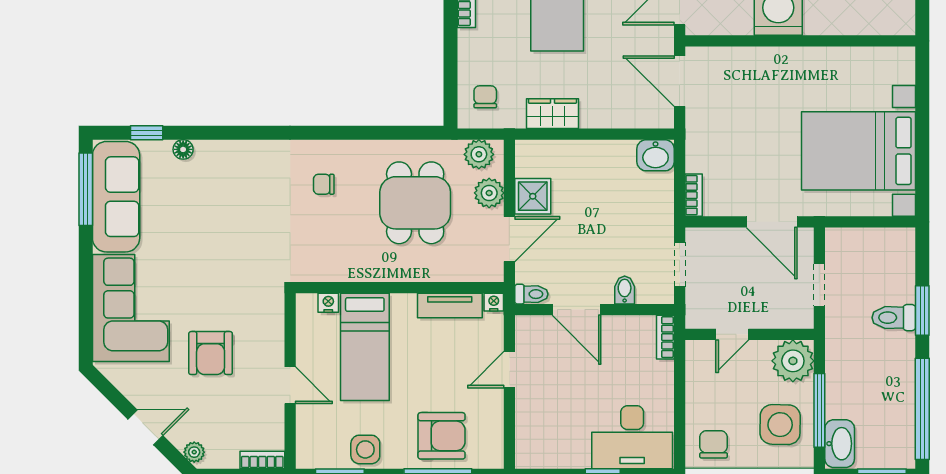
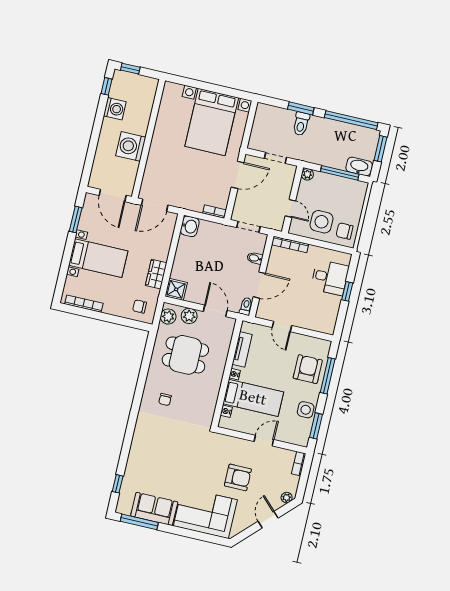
floor lamp: (183, 149) -> (130, 467), removed
shower: (533, 196) -> (176, 289), moved
sofa: (116, 197) -> (154, 509), width x0.73
nightstand: (494, 302) -> (235, 374), moved
bookcase: (665, 337) -> (290, 244), width x1.56
plant: (793, 361) -> (307, 174), width x0.53, depth x0.53
side table: (780, 425) -> (321, 222), moved
desk: (632, 437) -> (330, 277), width x0.73

